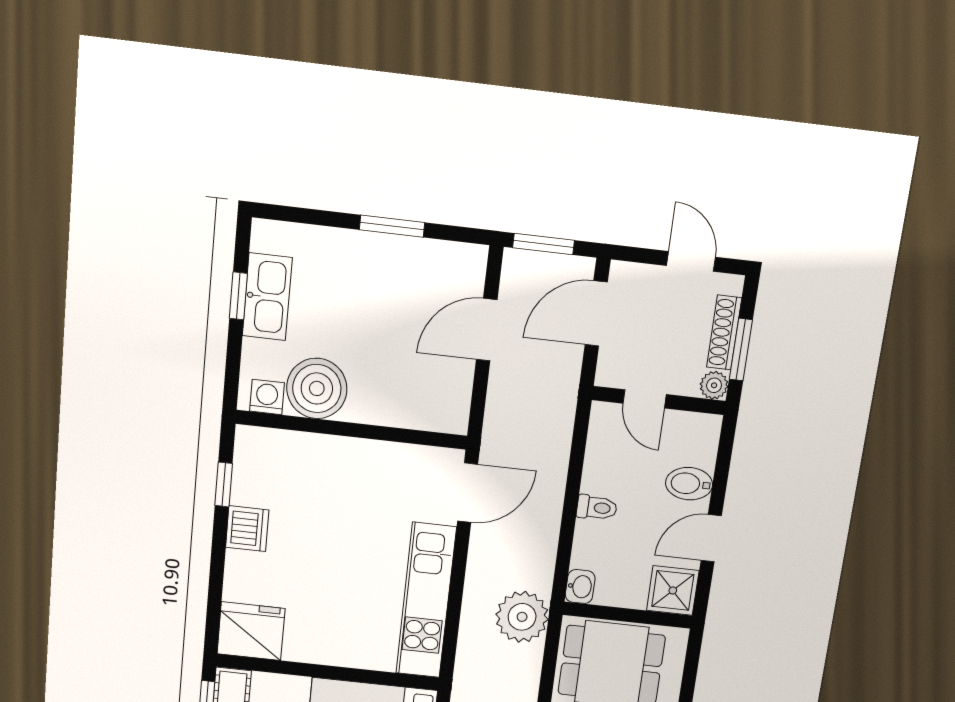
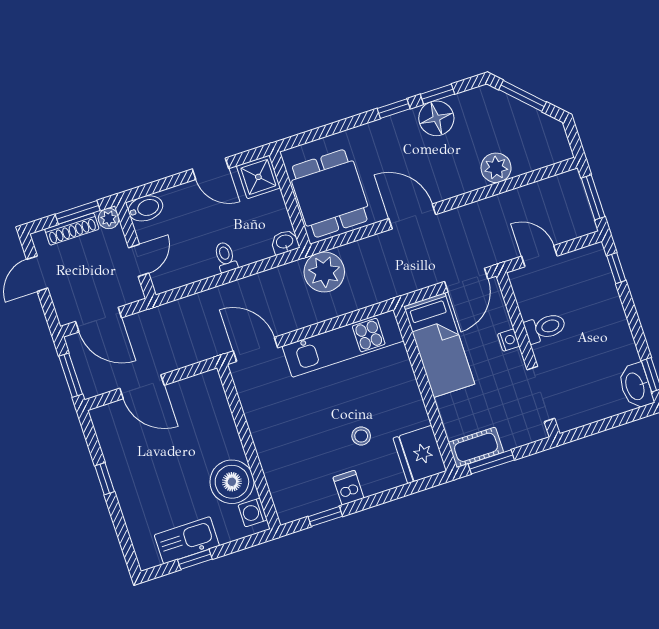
window: (392, 226) -> (105, 479), width x0.67
bidet: (689, 484) -> (145, 208), moved, turned -90
dishwasher: (247, 529) -> (348, 488), width x0.73
stool: (304, 572) -> (361, 436), added

